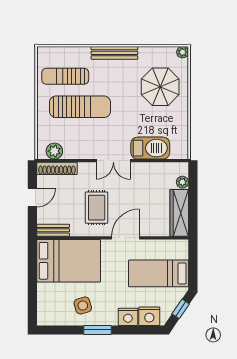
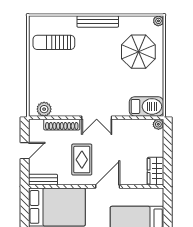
sun lounger: (80, 107) -> (67, 70), removed
barbecue: (150, 148) -> (146, 106), moved
shoe rack: (57, 168) -> (62, 125), moved
plant: (182, 182) -> (158, 124), moved
wardrobe: (179, 213) -> (156, 171), width x0.67

